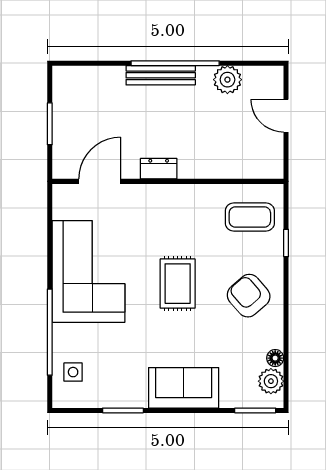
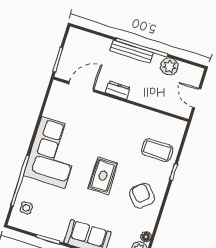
dresser: (159, 169) -> (118, 90), moved
door: (100, 181) -> (81, 87), moved
wall: (168, 181) -> (121, 99), moved

